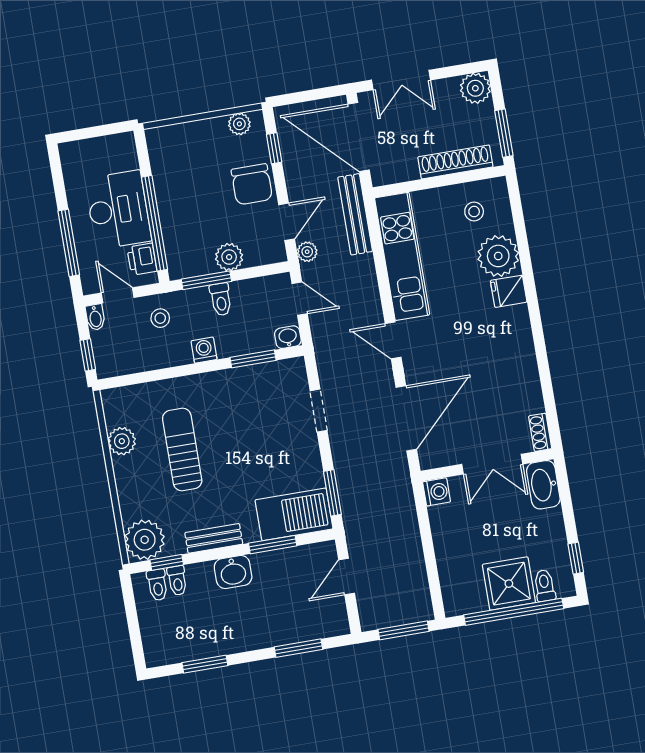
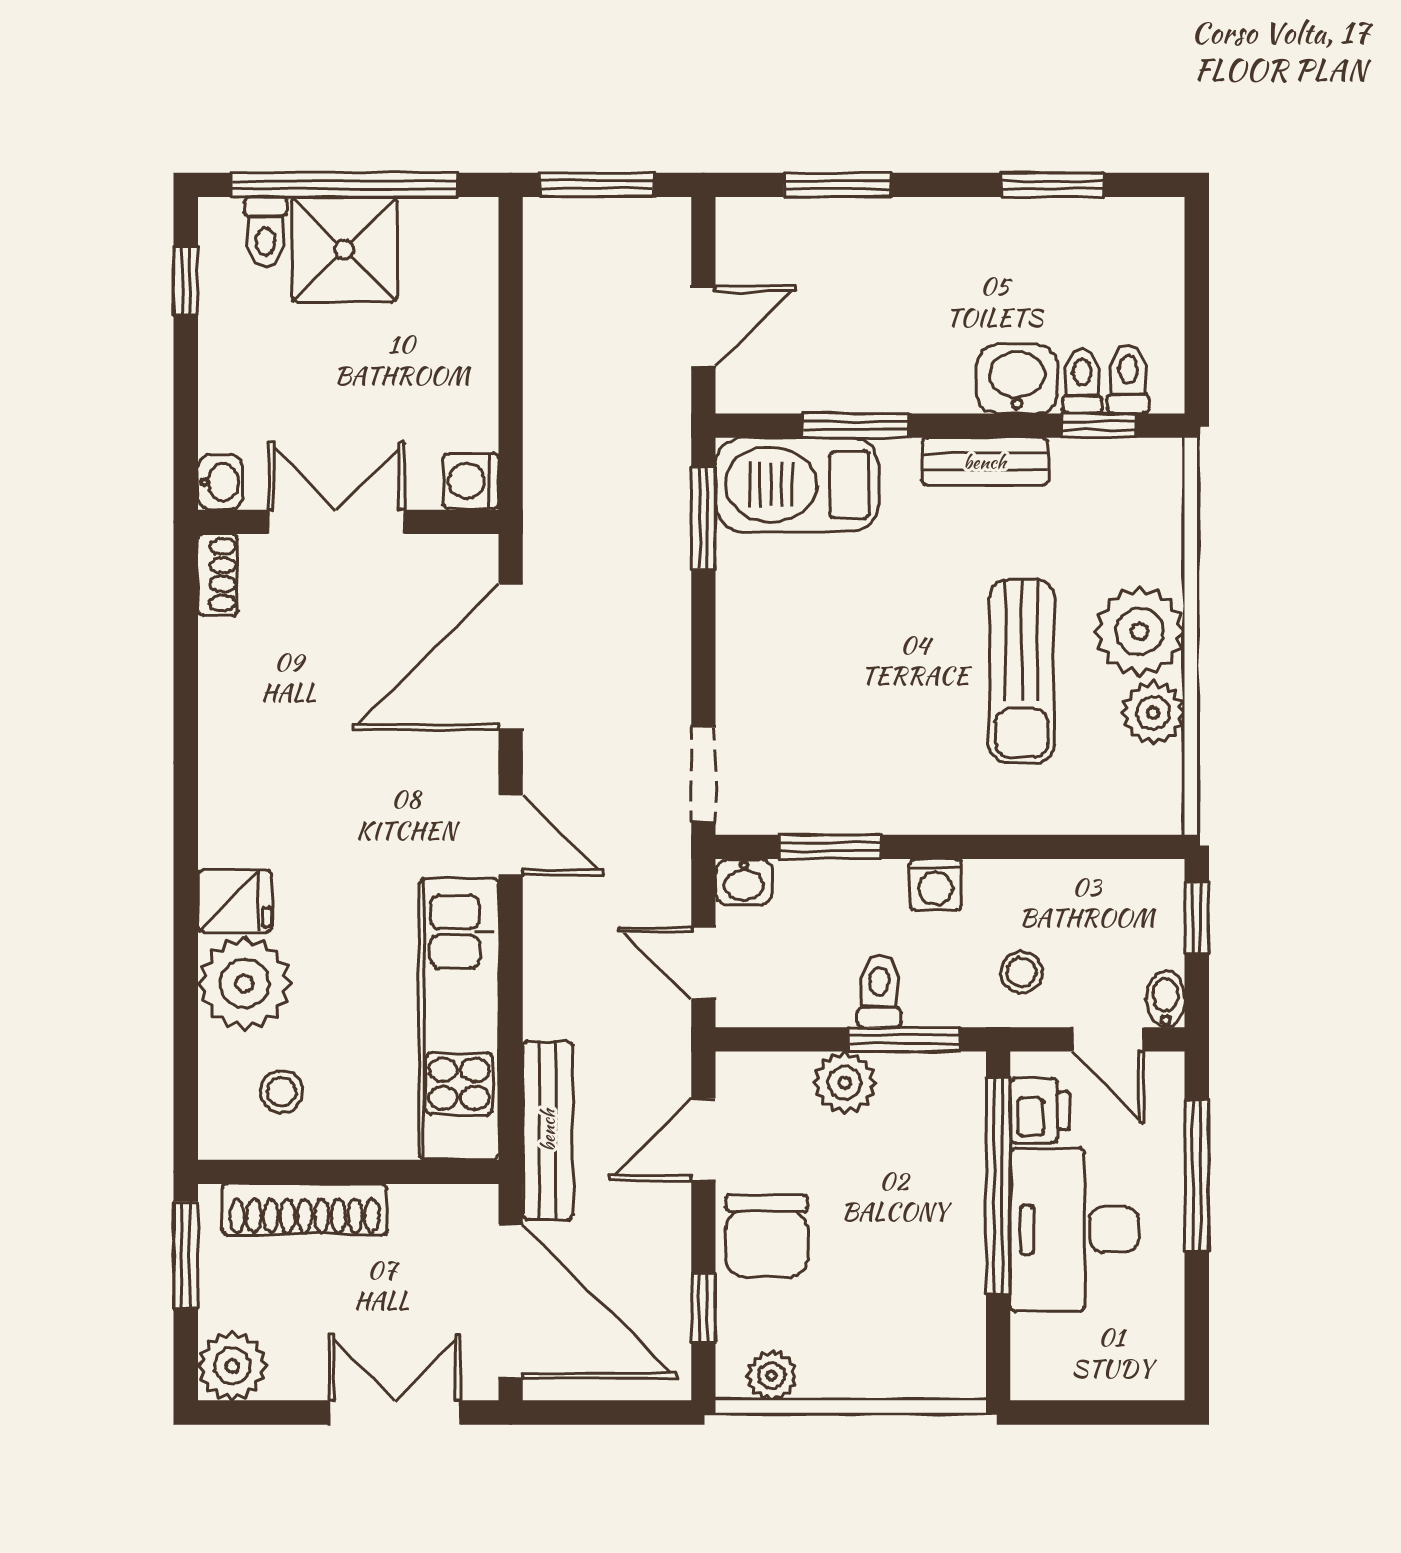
chair: (252, 184) -> (767, 1236), turned 180
plant: (307, 252) -> (669, 1065), removed
doorway: (319, 411) -> (703, 774), moved
washbasin: (543, 485) -> (220, 482), width x0.52, depth x0.69
plant: (145, 540) -> (1140, 631), moved
washbasin: (233, 572) -> (1017, 379), moved

